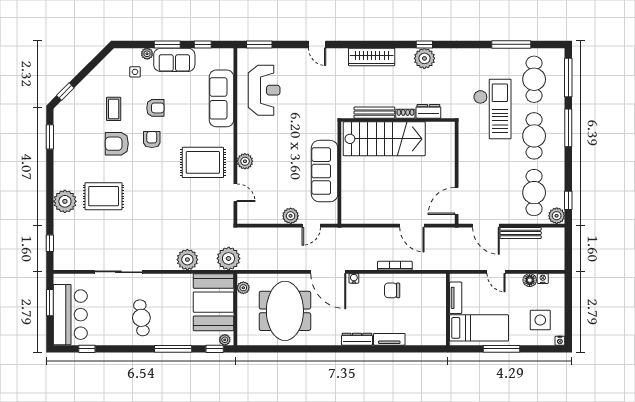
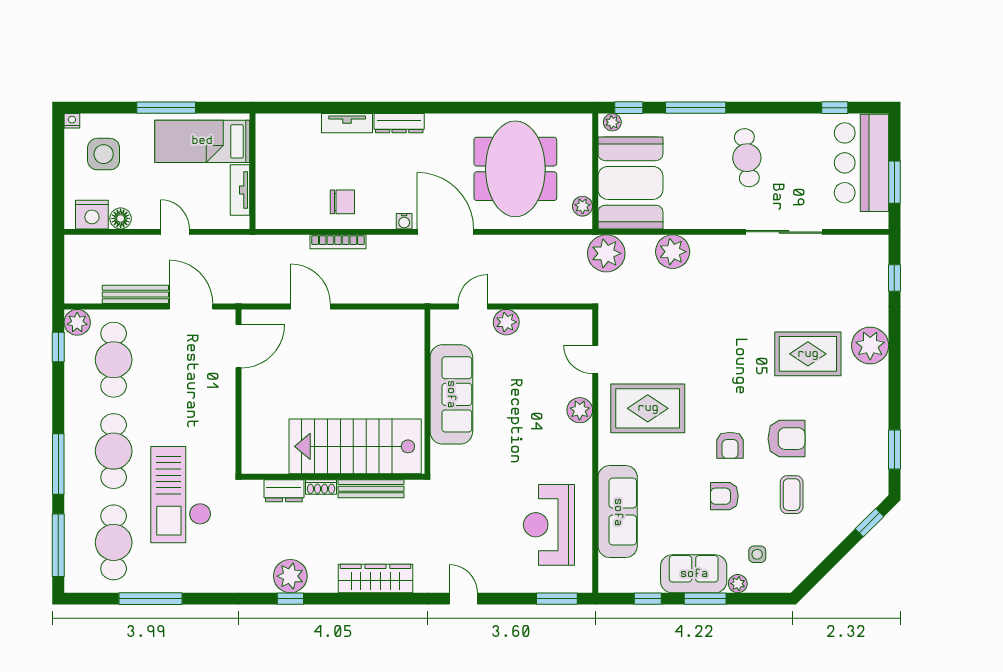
nightstand: (543, 279) -> (92, 215), width x1.89, depth x1.79

